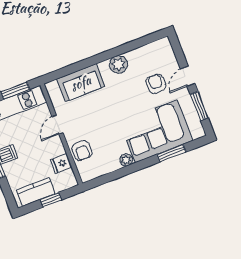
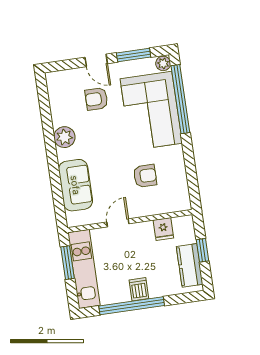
door: (58, 125) -> (118, 223), swing flipped
armchair: (82, 151) -> (145, 176), moved
window: (172, 153) -> (180, 99), width x2.11
plant: (126, 160) -> (163, 63), moved

